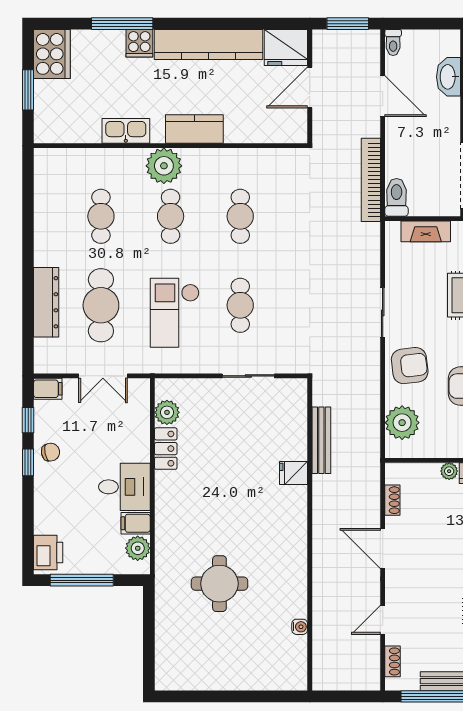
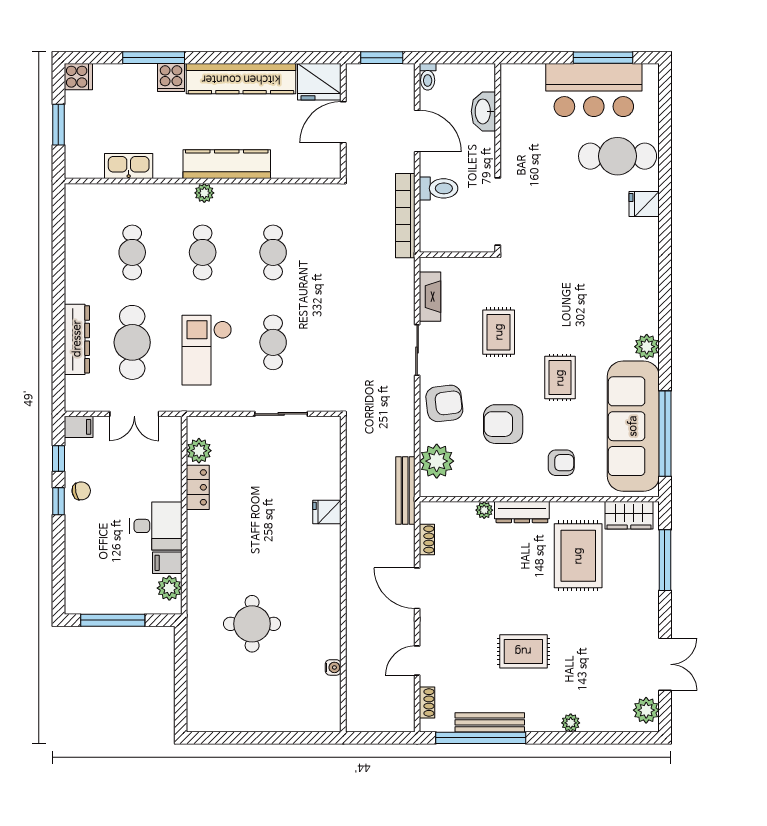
cooker: (52, 54) -> (78, 77), width x0.53, depth x0.76
kitchen counter: (194, 129) -> (227, 164), width x1.50
kitchen sink: (126, 131) -> (129, 166), moved
plant: (164, 166) -> (204, 193), width x0.53, depth x0.53
toilet: (397, 197) -> (439, 188), moved, turned 90
fireplace: (426, 231) -> (430, 297), moved, turned -90
bench: (321, 440) -> (405, 491), moved
printer: (48, 553) -> (79, 592), removed

